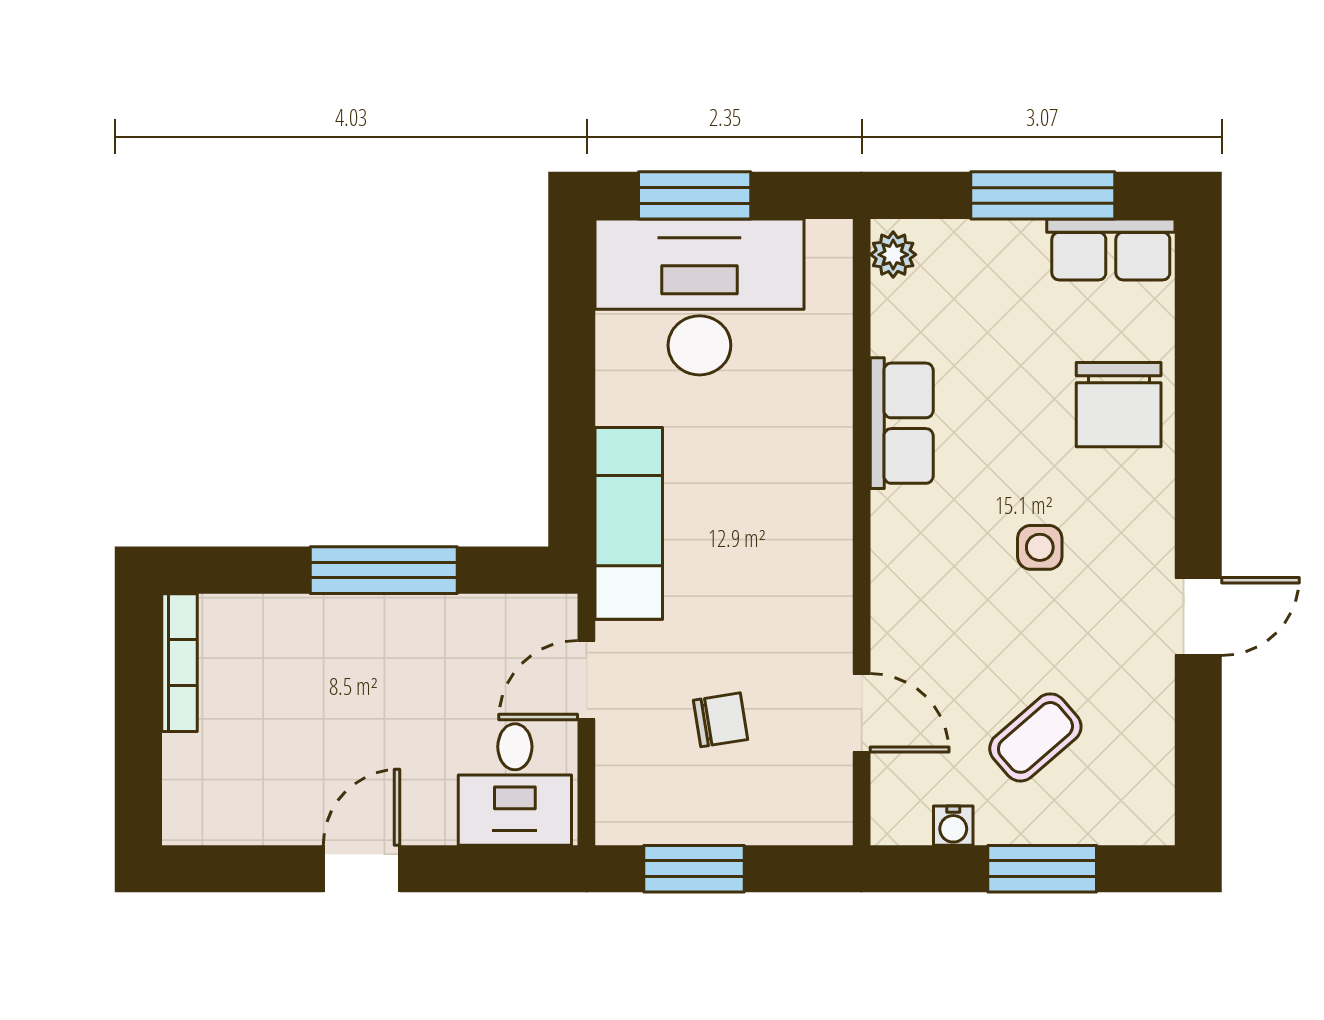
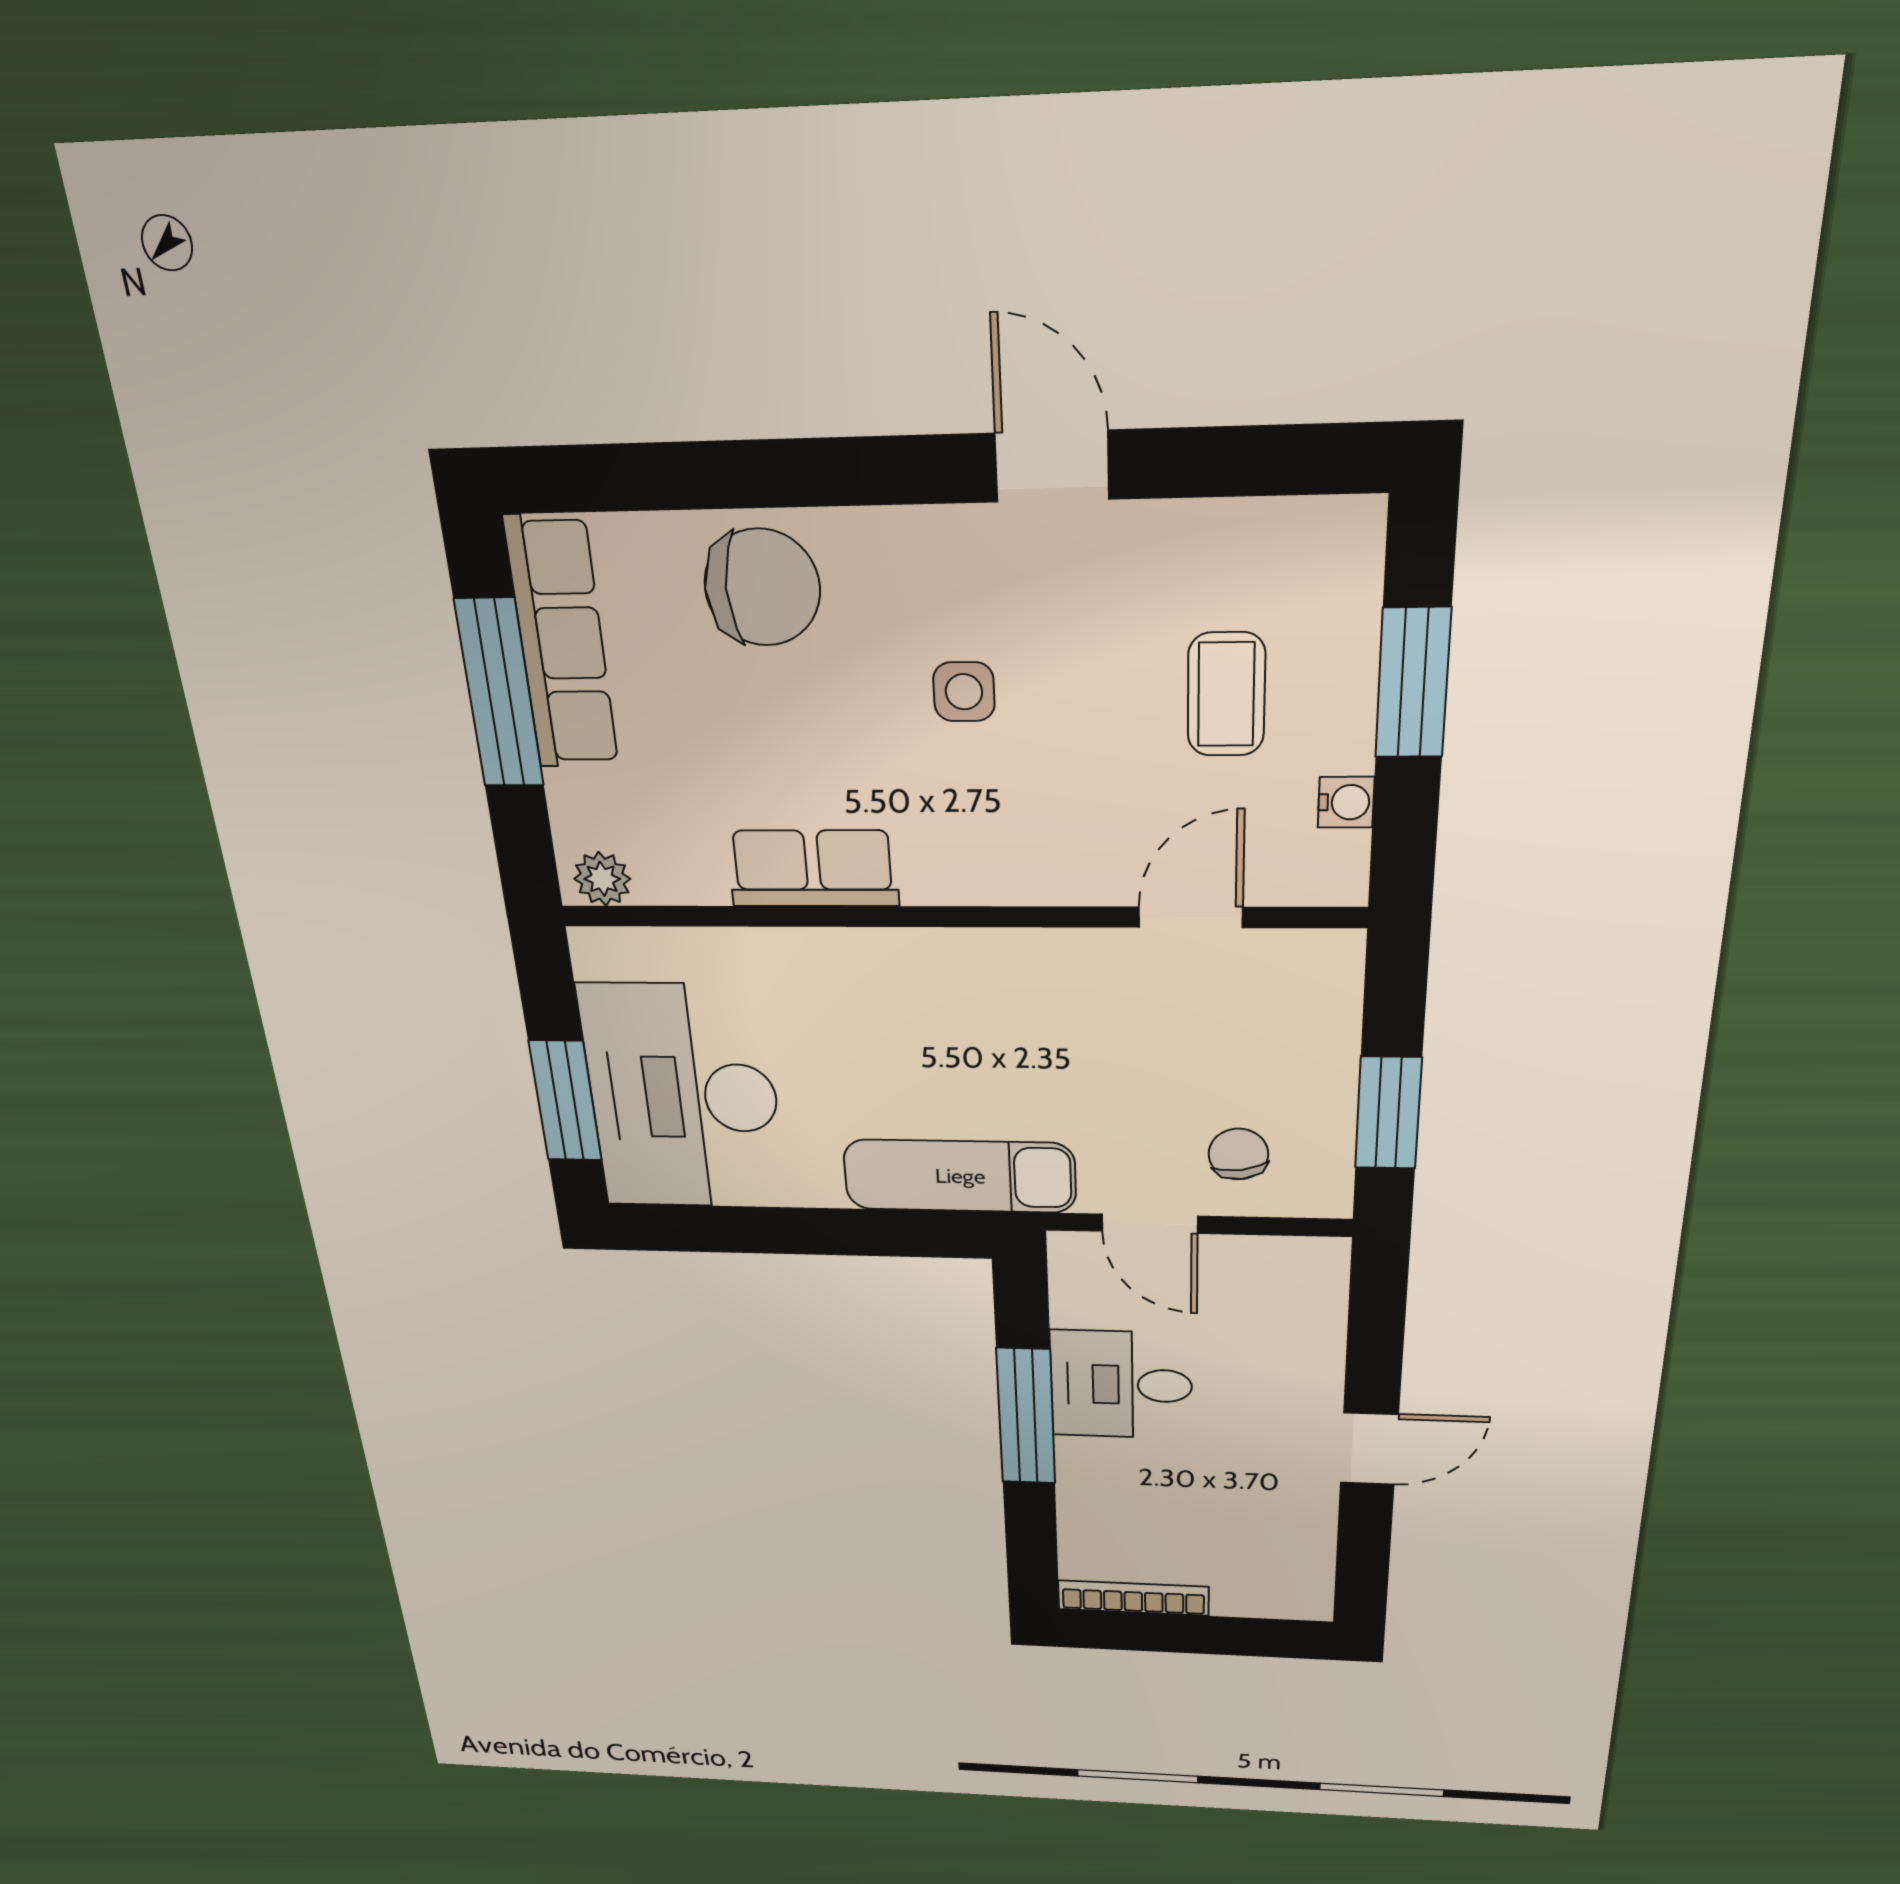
row of seats: (1111, 249) -> (562, 643), width x1.48
chair: (721, 720) -> (1238, 1154), moved
coffee table: (1035, 737) -> (1226, 694), turned 41
desk: (515, 785) -> (1121, 1385), moved, turned 180
door: (362, 869) -> (1369, 1449), swing flipped

